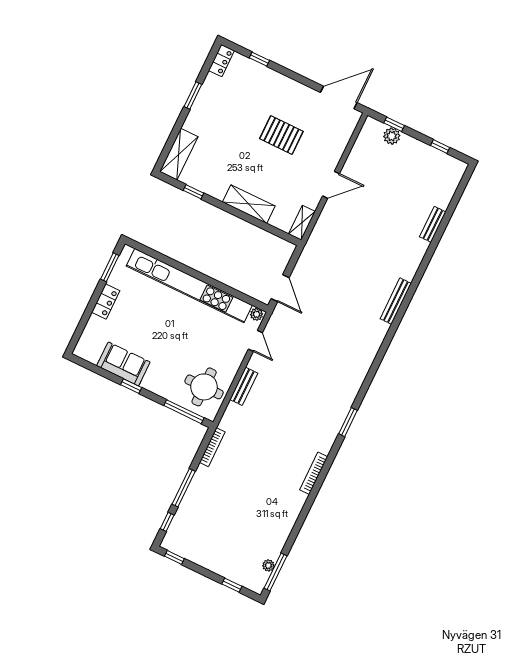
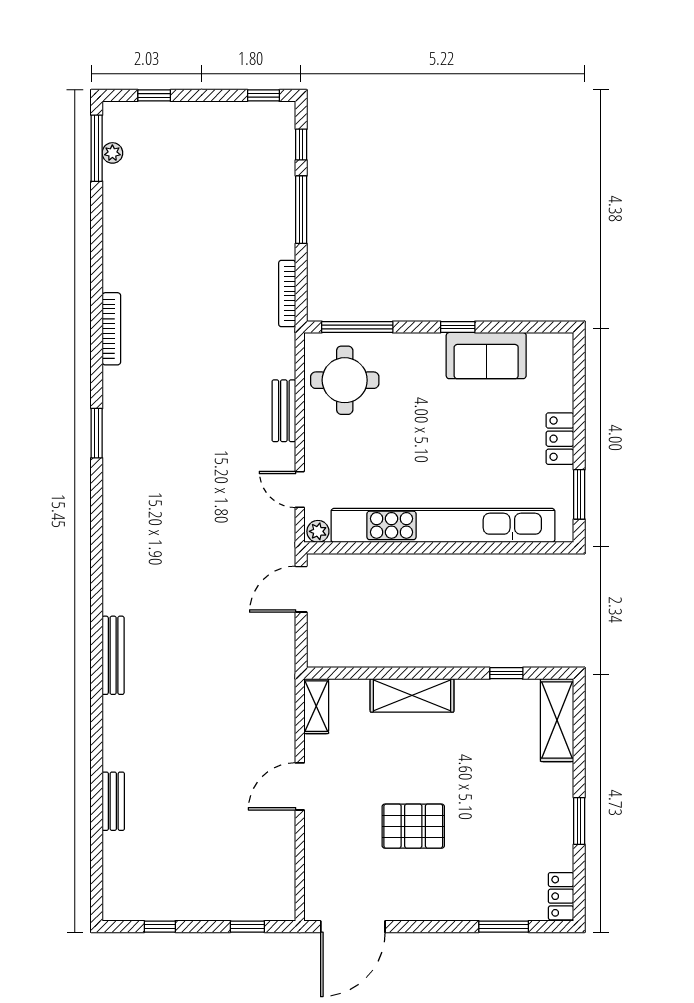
window: (259, 59) -> (504, 927), width x1.50
plant: (392, 136) -> (242, 907), removed
door: (280, 288) -> (301, 589), hinge flipped

